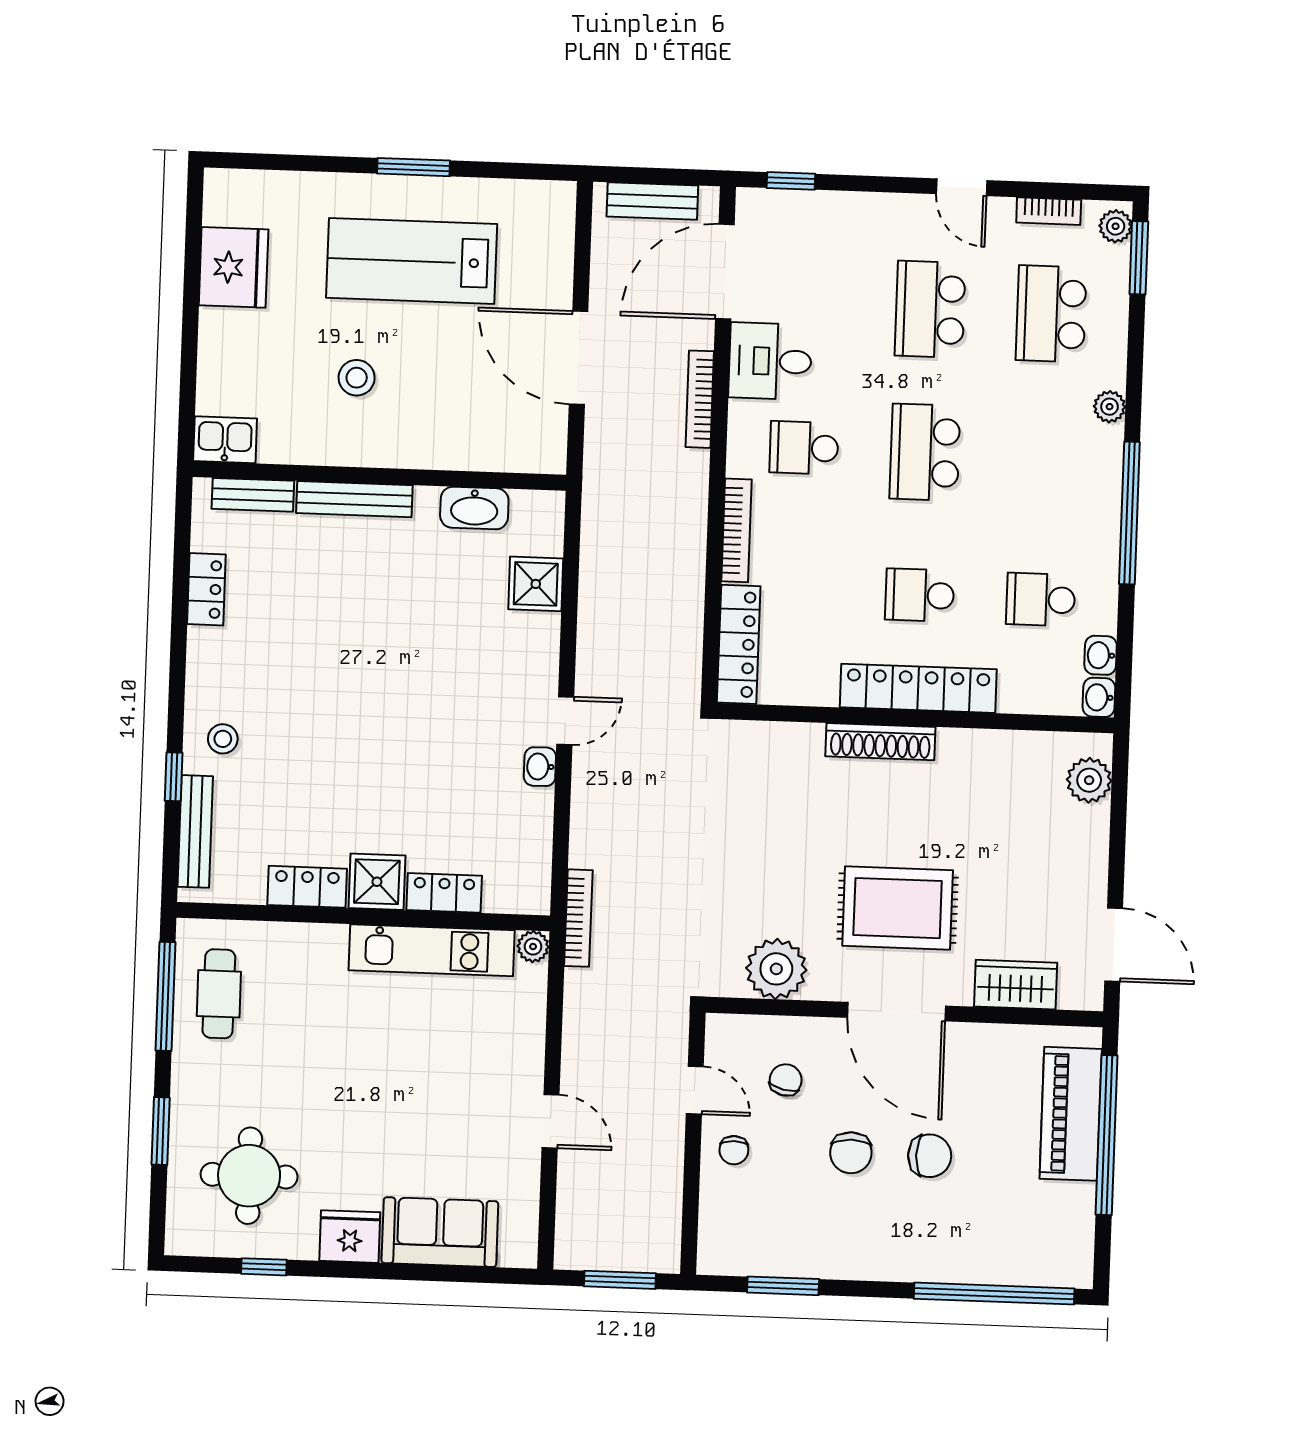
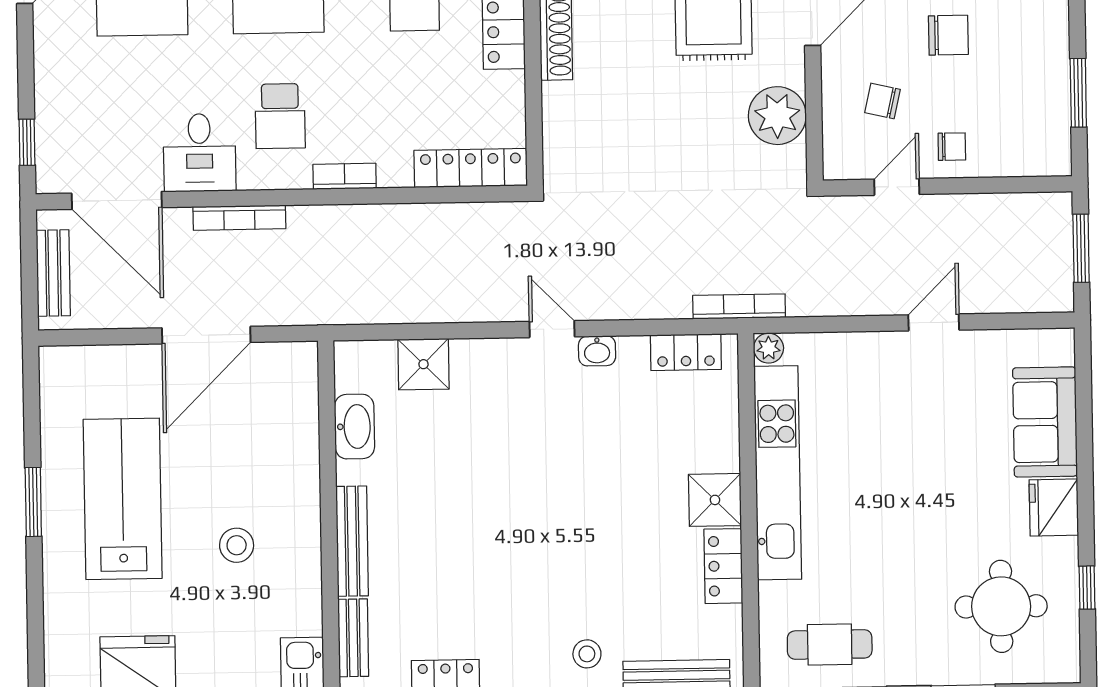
lab bench: (412, 261) -> (123, 499), turned 180
bookcase: (737, 530) -> (345, 176), width x0.64
locker: (444, 893) -> (686, 352), moved, turned -90
kitchen unit: (432, 950) -> (778, 473), width x1.36

